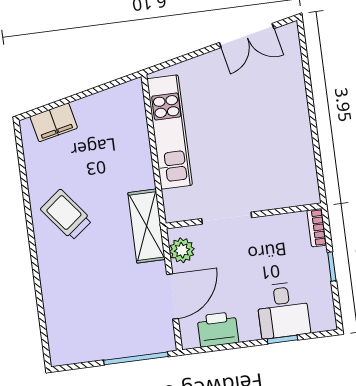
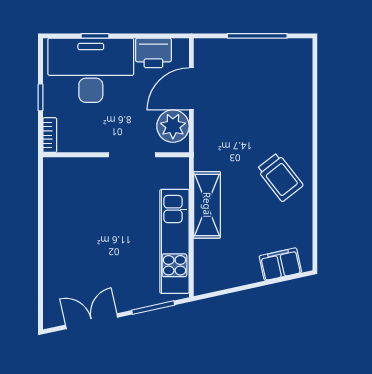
window: (183, 59) -> (153, 308), added
shelving: (147, 226) -> (207, 205), moved
plant: (182, 250) -> (173, 126), width x1.36, depth x1.36
desk: (283, 310) -> (91, 70), width x1.87, depth x1.30
window: (136, 358) -> (257, 36), moved

